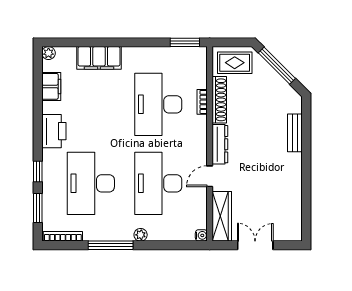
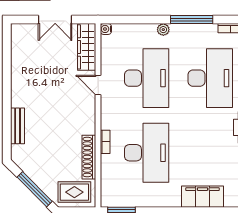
bookcase: (202, 102) -> (105, 142), moved
dresser: (220, 144) -> (88, 115), removed
door: (210, 176) -> (98, 85), swing flipped

